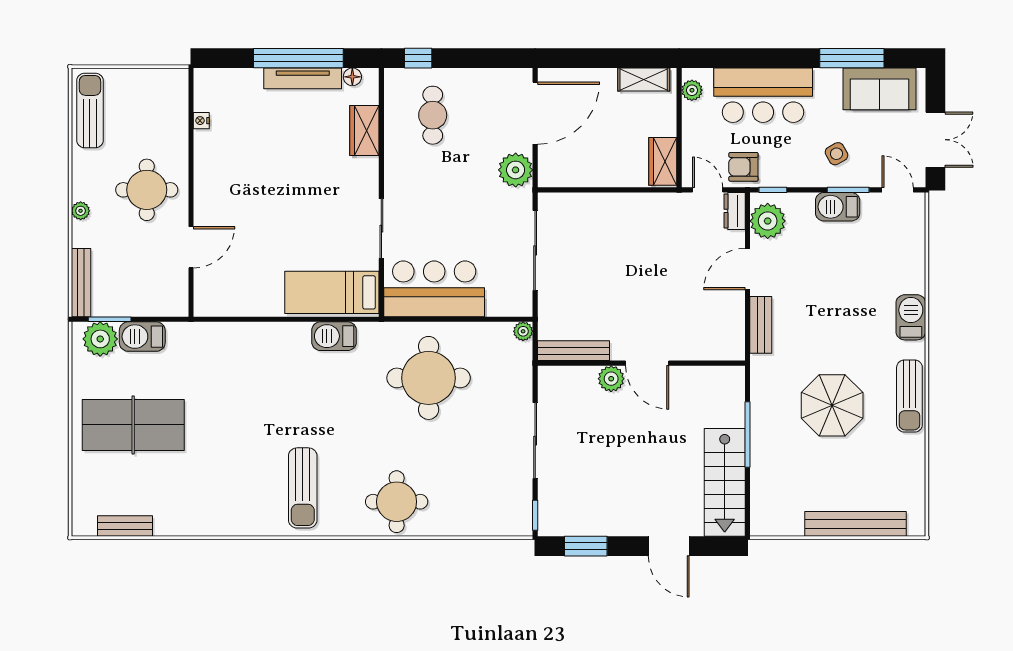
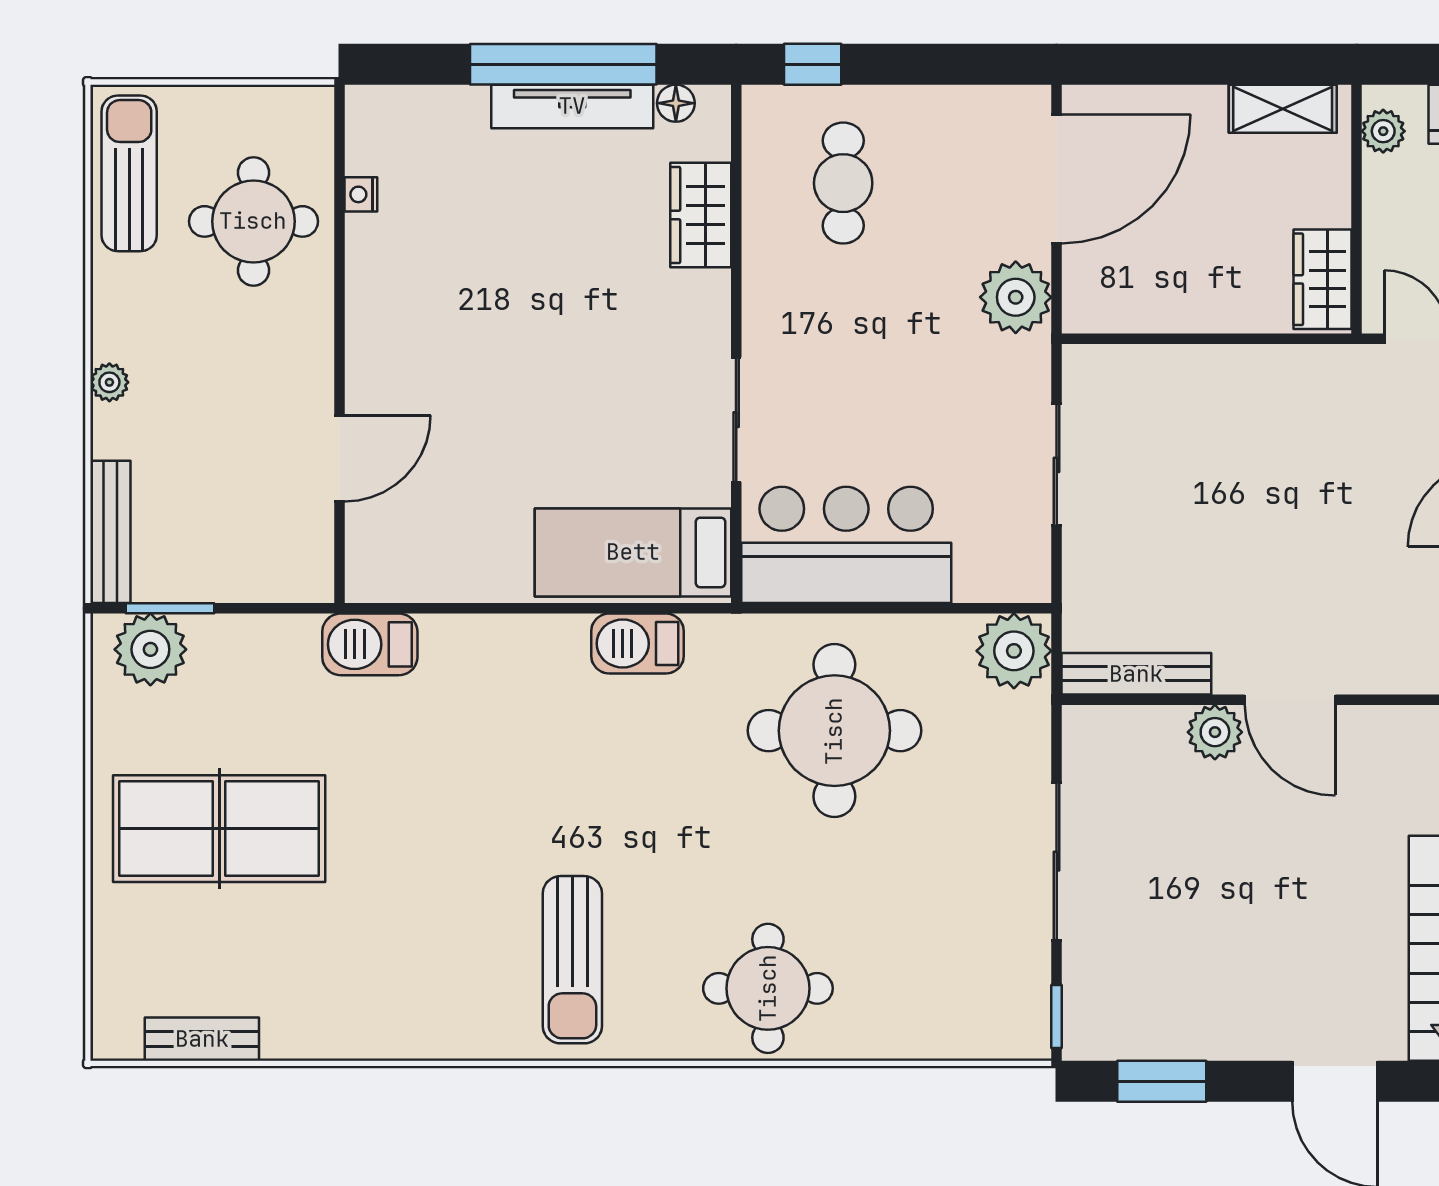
round table: (147, 190) -> (253, 221), moved
sliding door: (535, 250) -> (1057, 465), width x0.73
plant: (523, 331) -> (1014, 651), width x1.87, depth x1.87
barbecue: (142, 337) -> (370, 644), moved

